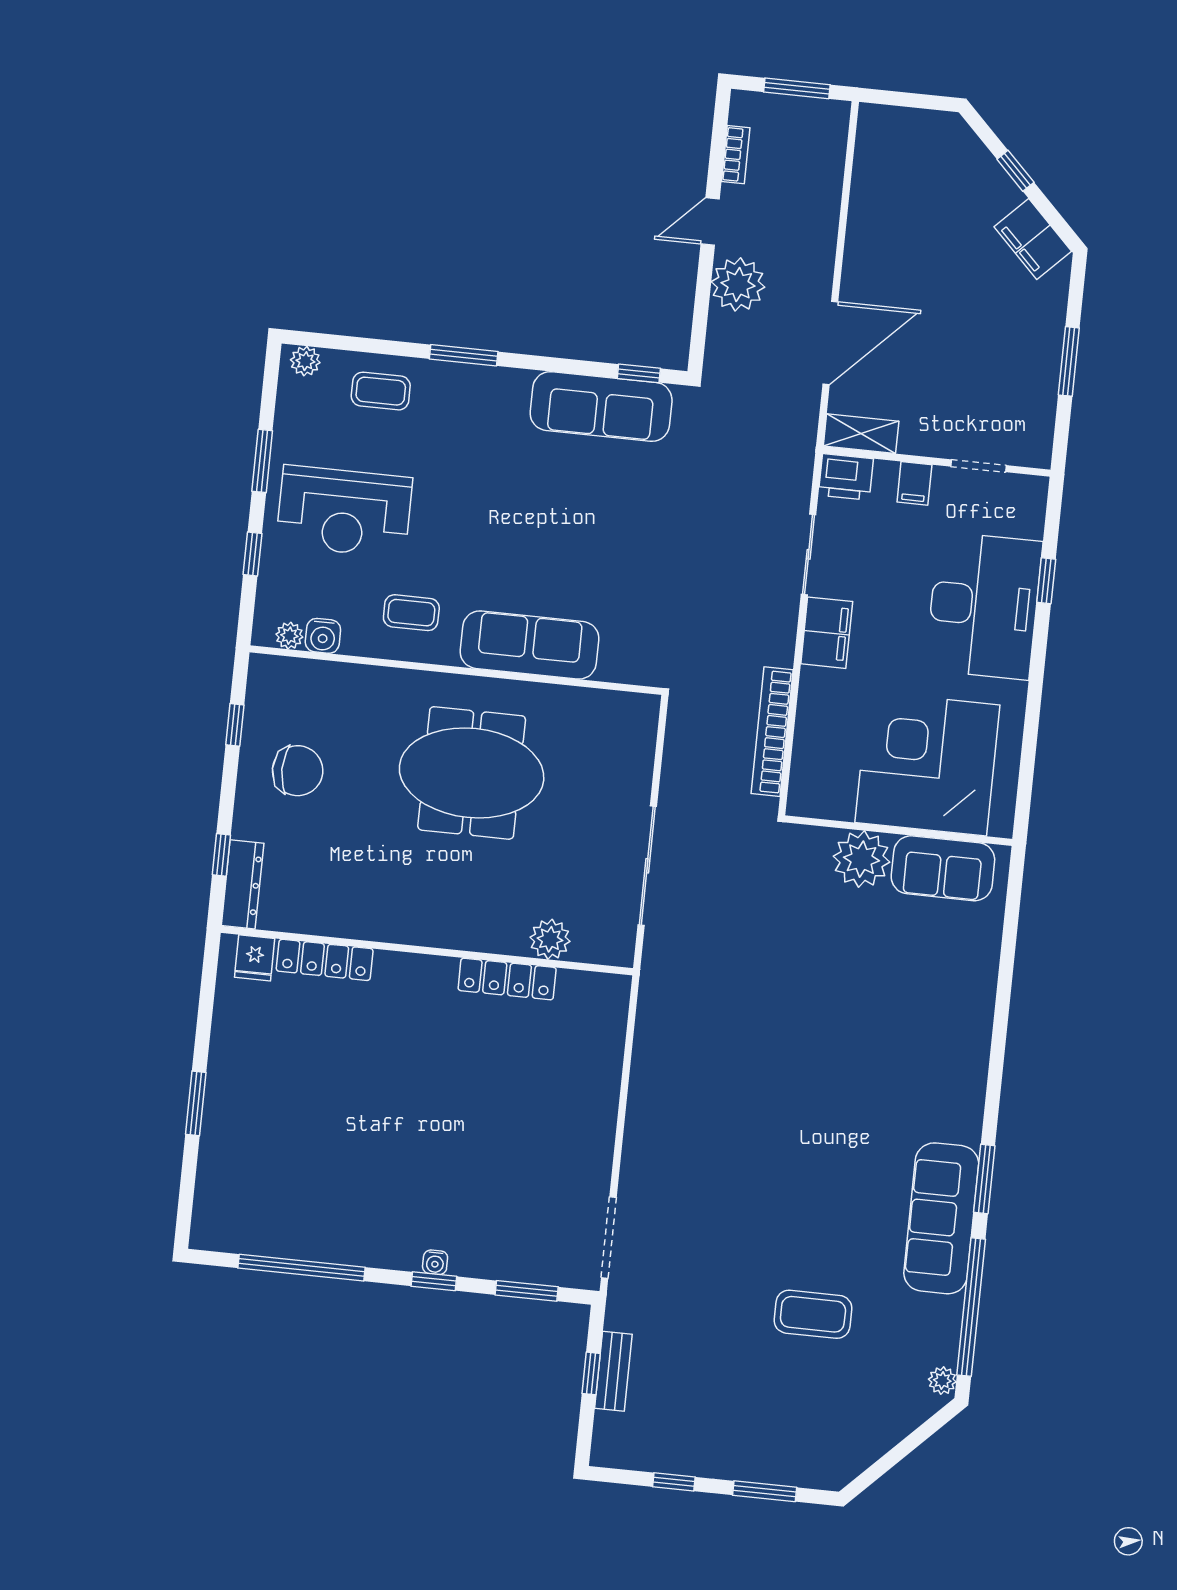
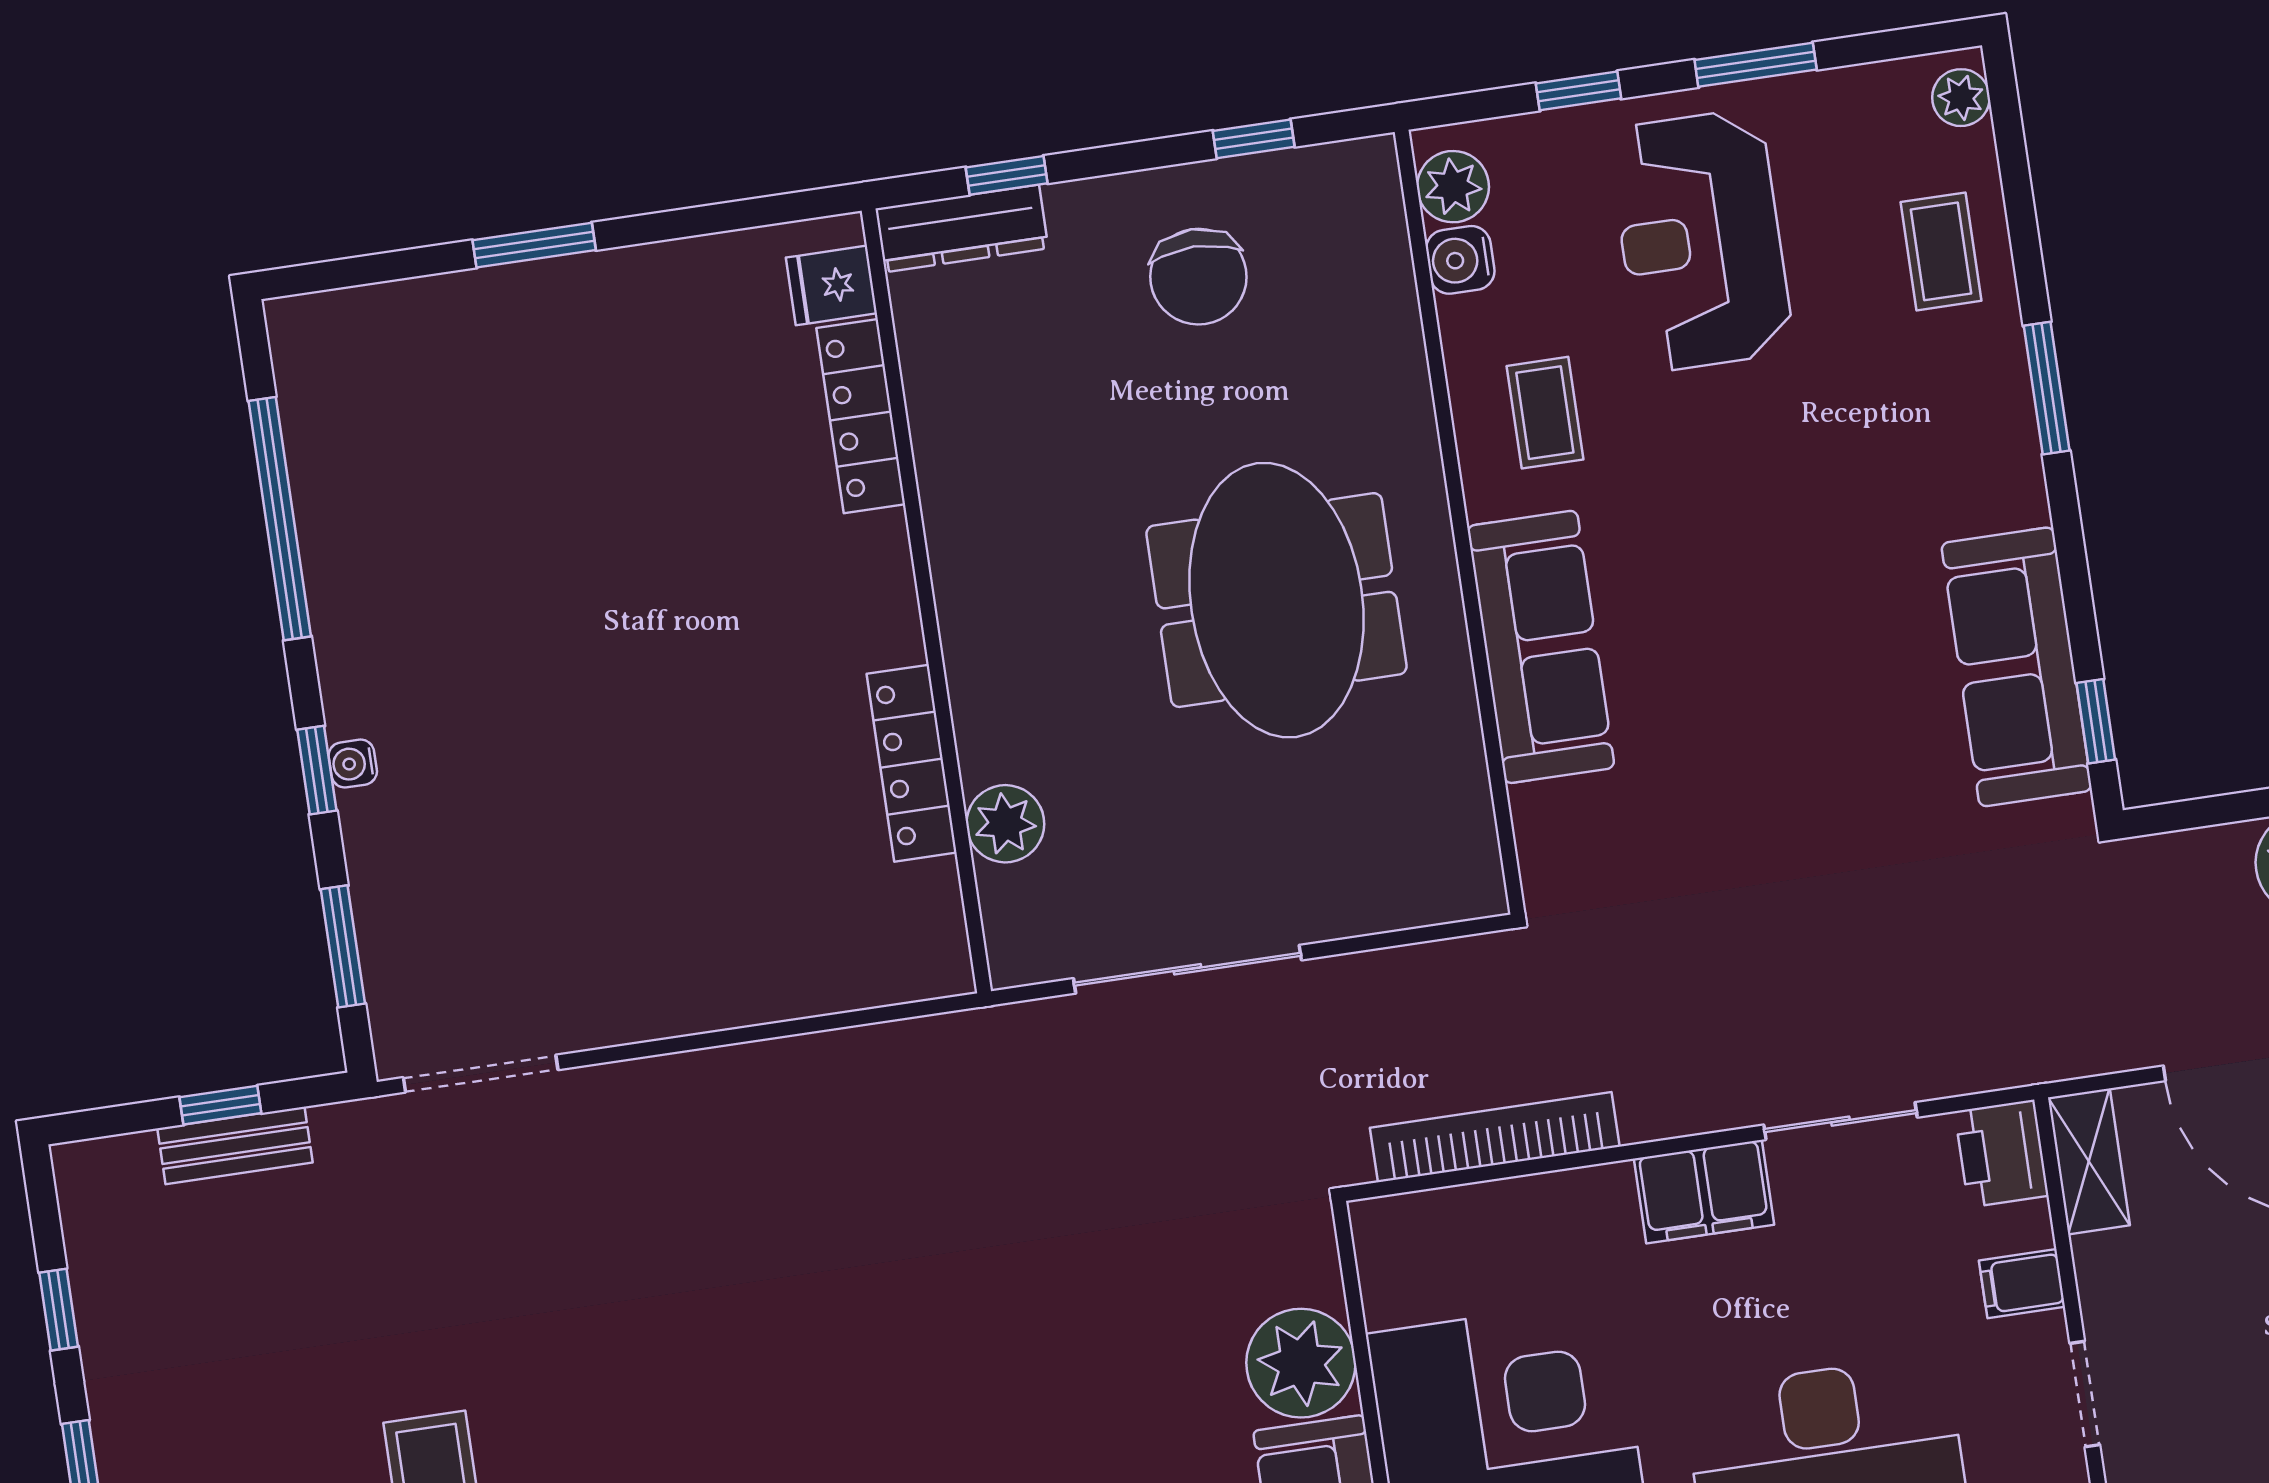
plant: (289, 636) -> (1453, 187), width x1.38, depth x1.38

